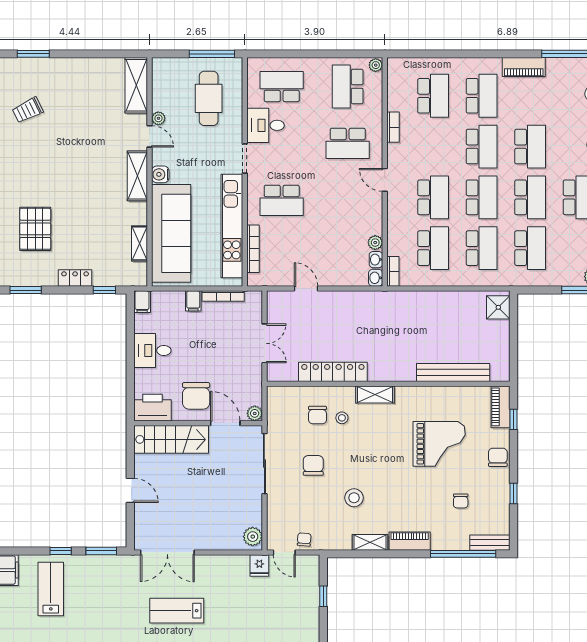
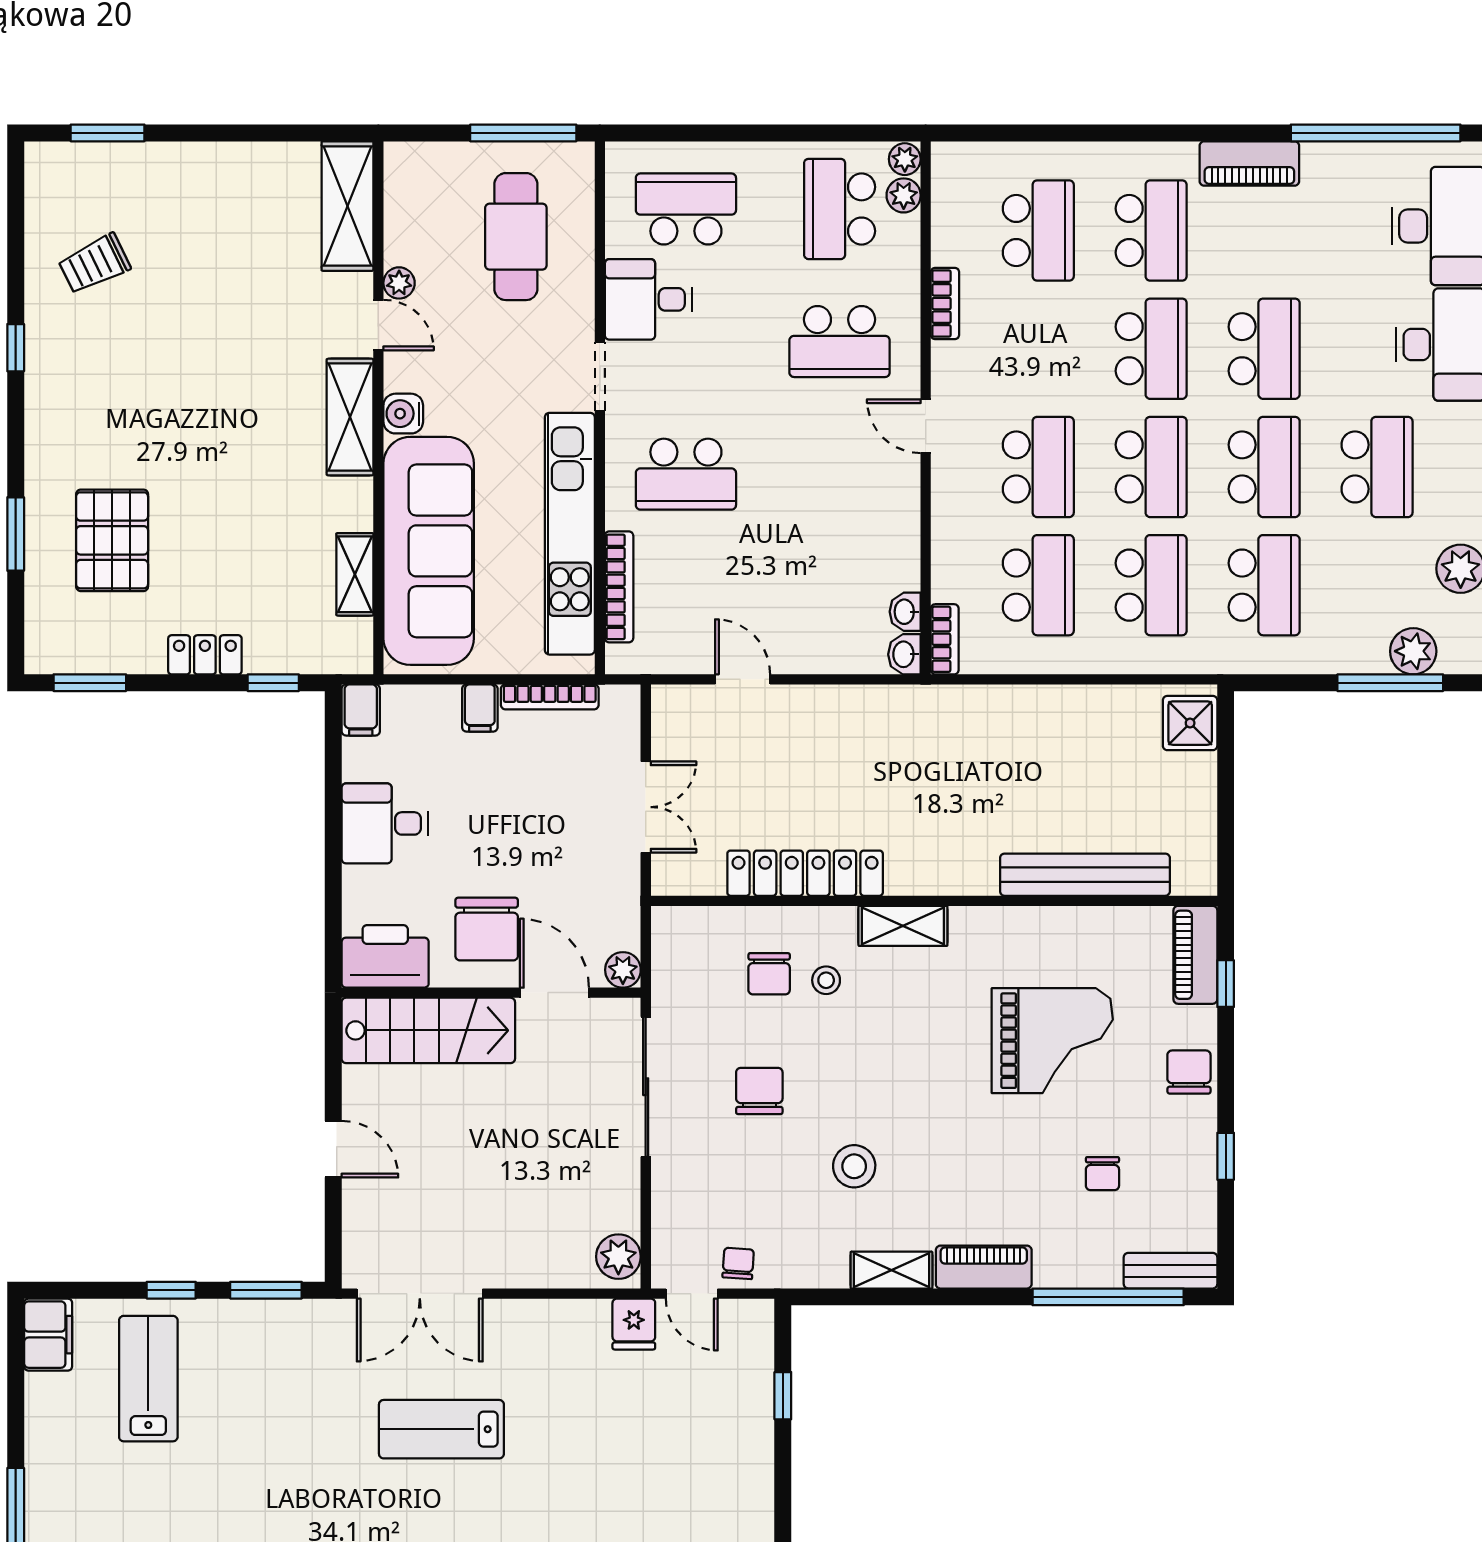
plant: (375, 243) -> (904, 195), moved

